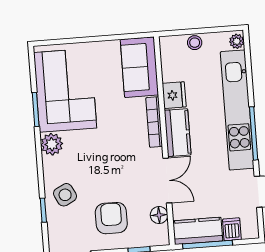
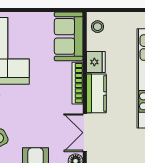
stool: (195, 43) -> (98, 27), moved
double door: (167, 180) -> (85, 133), swing flipped

